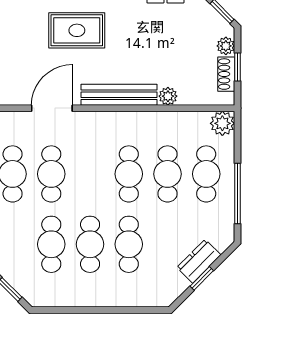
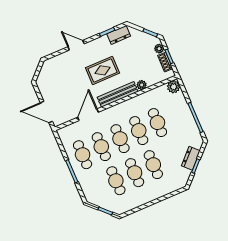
rug: (77, 30) -> (102, 70), moved
cafe table: (206, 174) -> (120, 139), moved

